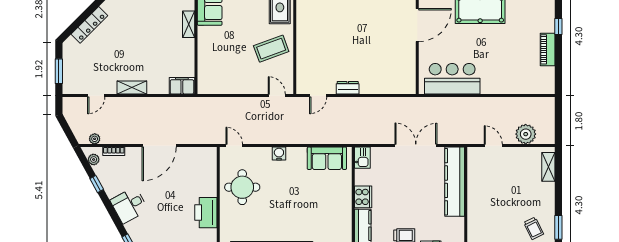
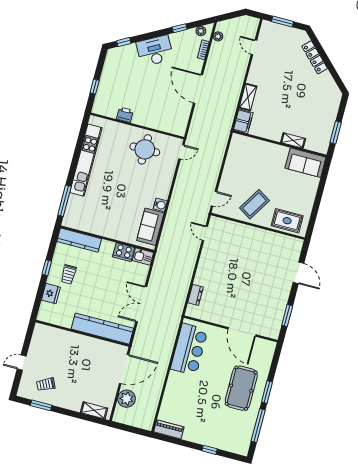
coffee table: (271, 49) -> (254, 204), turned 52
piano: (548, 49) -> (169, 429), moved
shelving: (132, 87) -> (248, 97), moved
dresser: (348, 88) -> (195, 295), moved
double door: (416, 146) -> (141, 304), swing flipped
door: (493, 146) -> (124, 369), width x1.87
water cooler: (279, 154) -> (160, 205), moved
cooker: (363, 197) -> (124, 252), moved
desk: (129, 205) -> (155, 51), width x1.37
printer: (206, 213) -> (125, 115), width x0.53, depth x0.68

